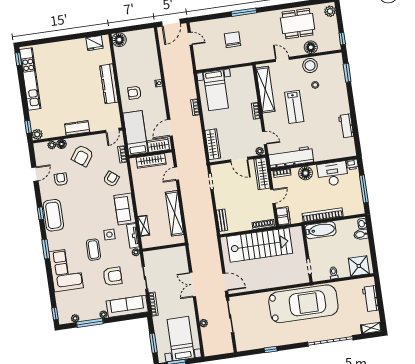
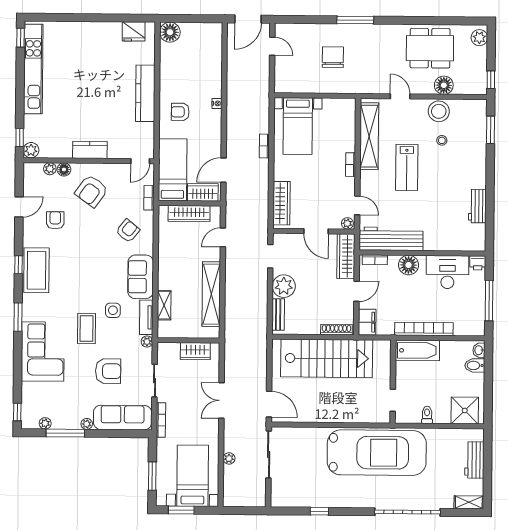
plant: (223, 200) -> (284, 286), added
wardrobe: (170, 254) -> (195, 351), added

